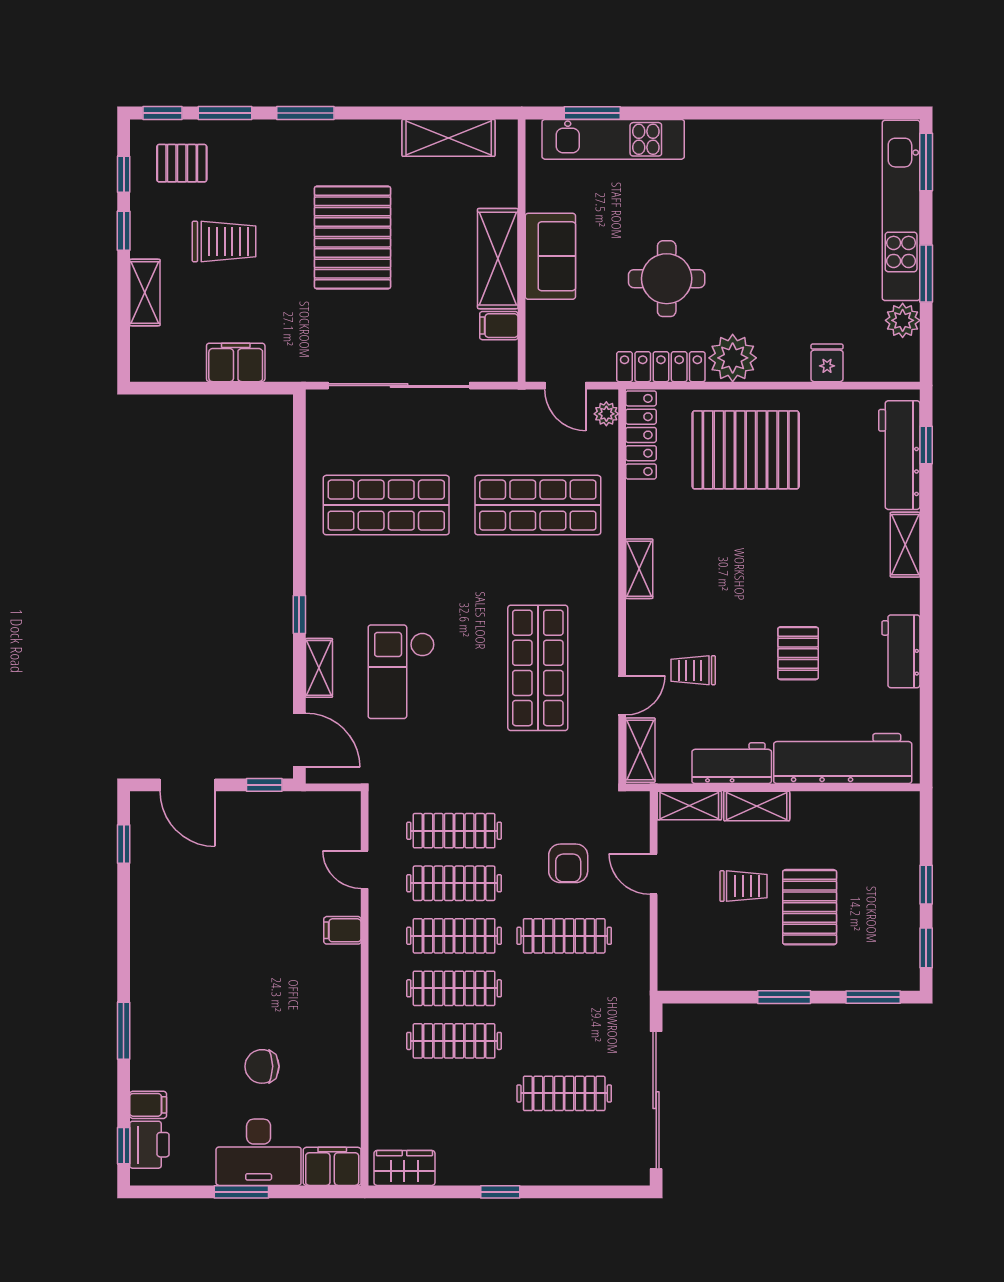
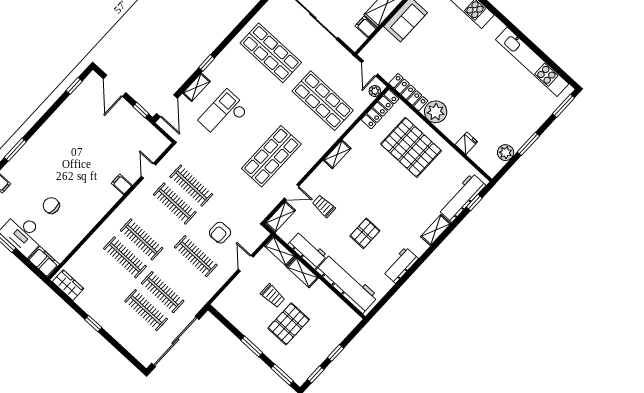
kitchen unit: (901, 210) -> (532, 62), moved, turned -90
round table: (667, 279) -> (438, 64), removed
clothes rail: (454, 936) -> (163, 292), moved

